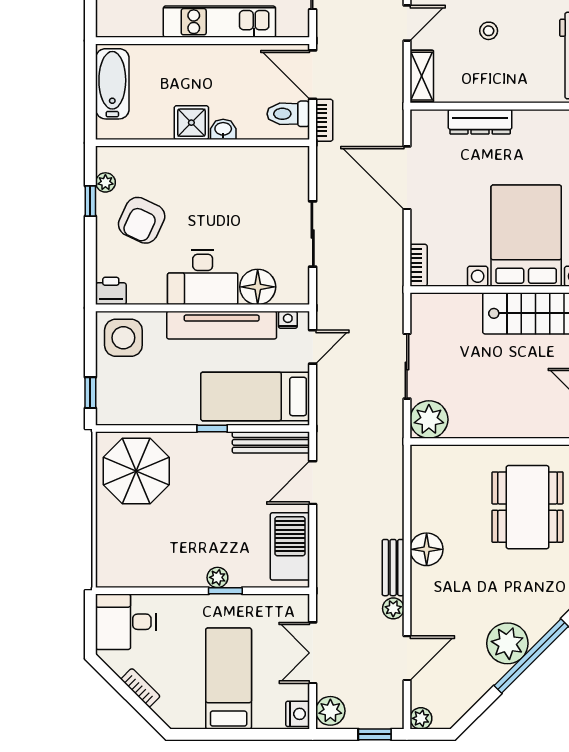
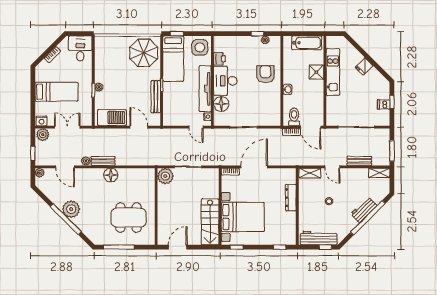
kitchen unit: (219, 22) -> (333, 72), moved
door: (313, 75) -> (311, 127), swing flipped
shower: (191, 123) -> (316, 72), moved
door: (407, 178) -> (254, 167), moved
armchair: (142, 220) -> (265, 74), moved, turned 65
printer: (111, 291) -> (220, 59), moved
bed: (255, 396) -> (173, 59), moved, turned 180
bench: (271, 442) -> (156, 97), moved

